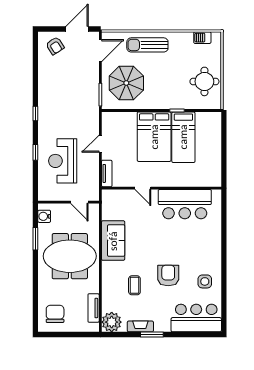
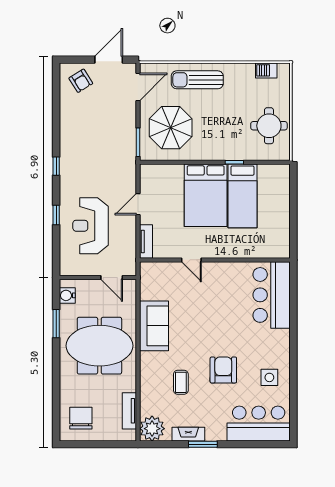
bar counter: (185, 204) -> (272, 295), moved, turned 90

